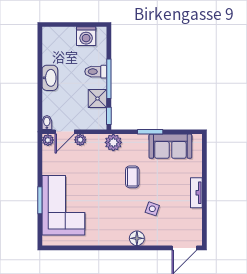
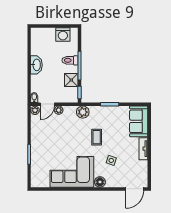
sofa: (170, 146) -> (139, 121), moved, turned 90
corner sofa: (63, 205) -> (72, 172), moved, turned -90

